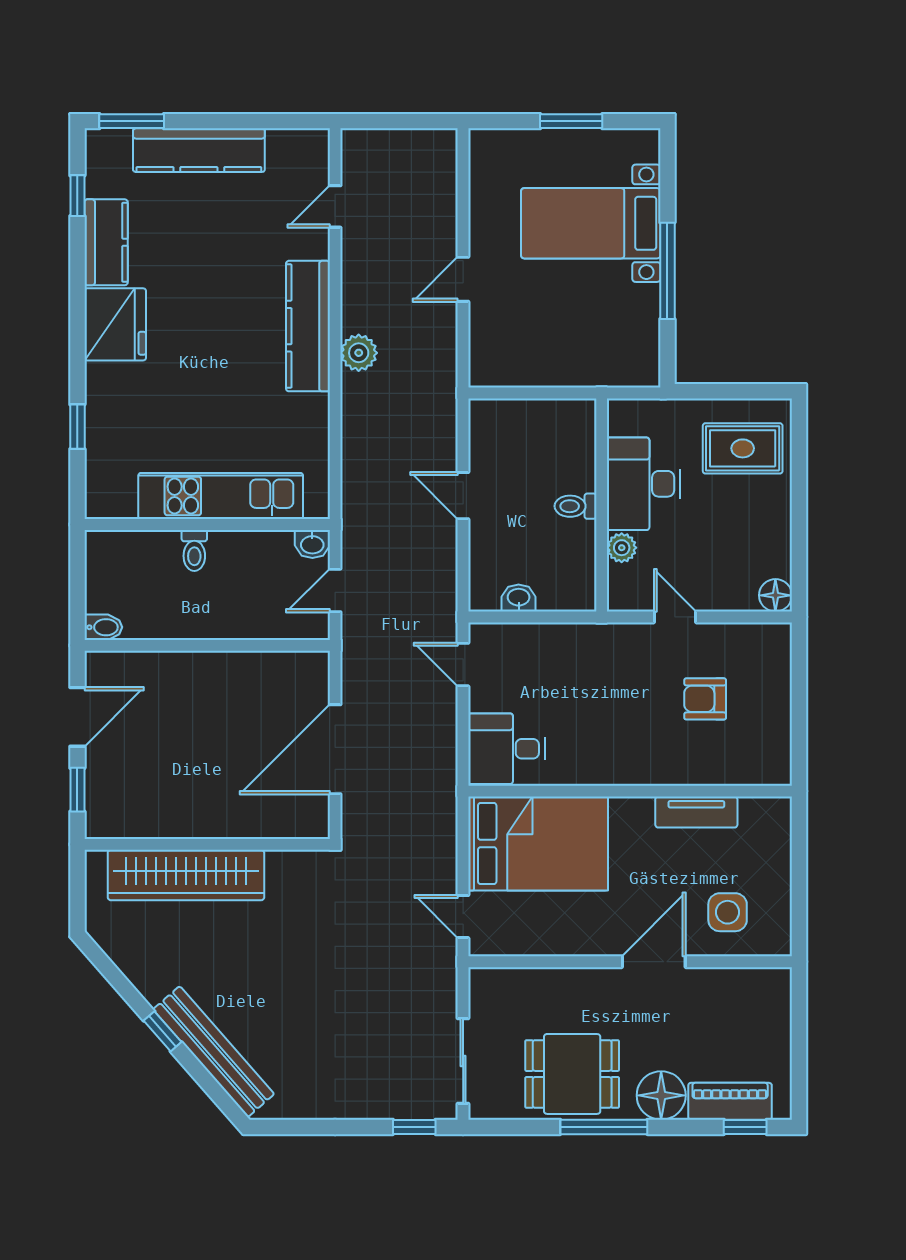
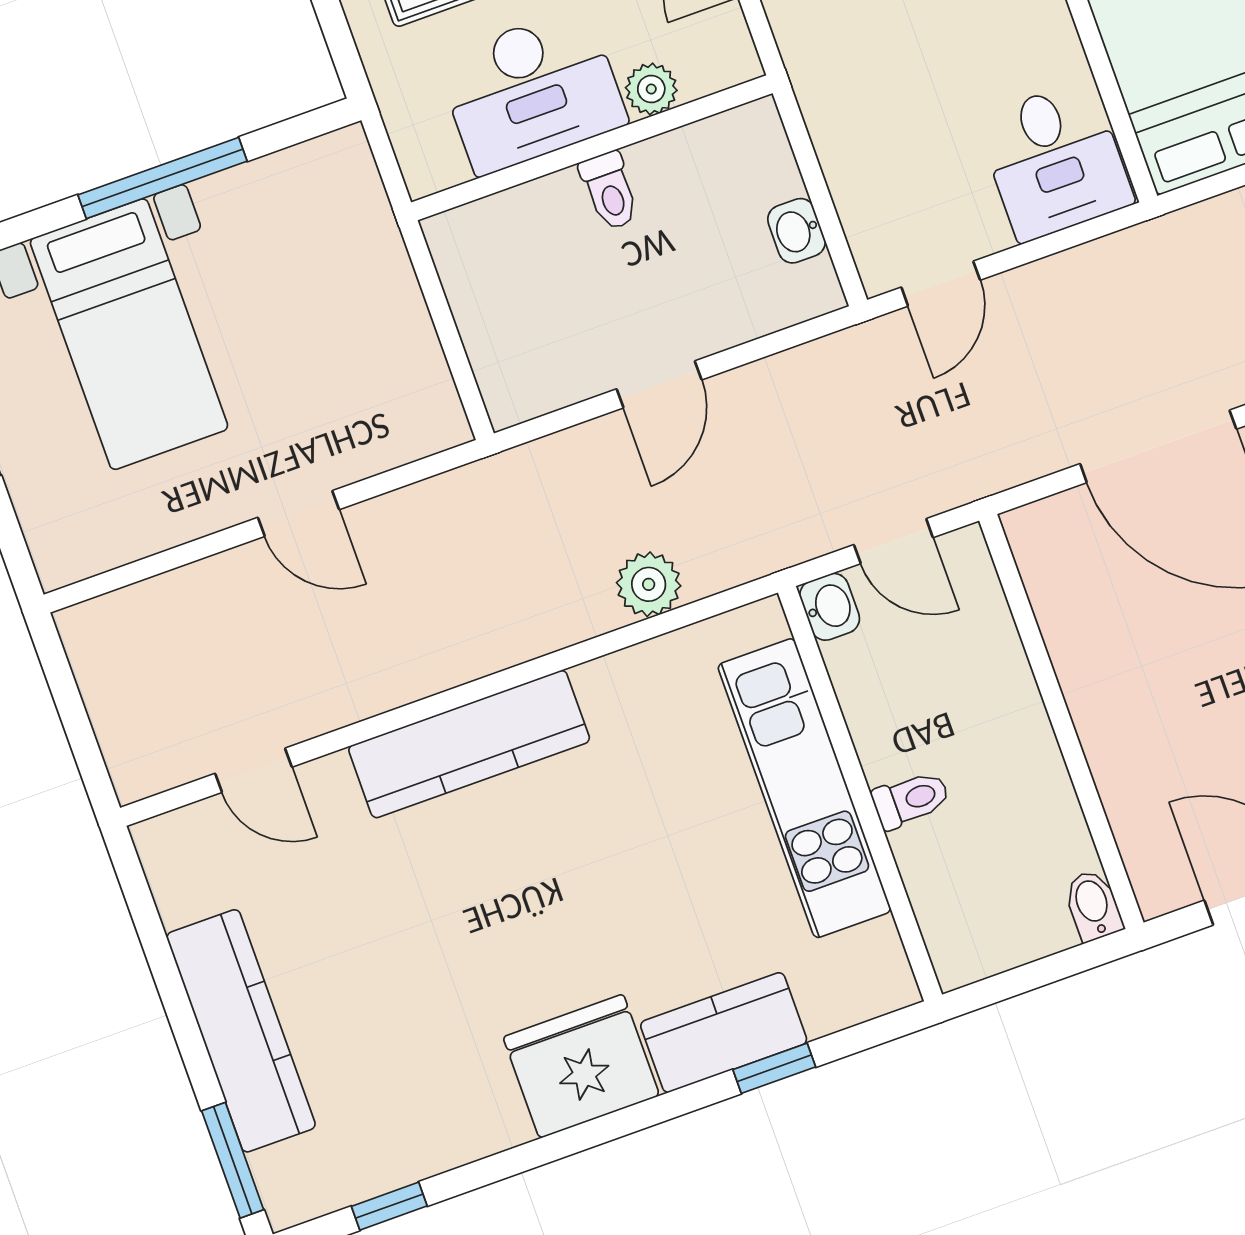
kitchen counter: (106, 242) -> (724, 1033), moved
plant: (359, 353) -> (649, 584), moved

